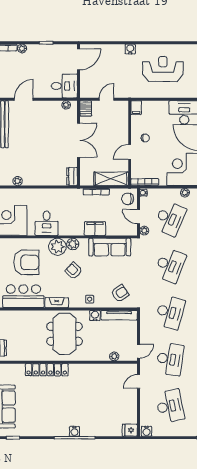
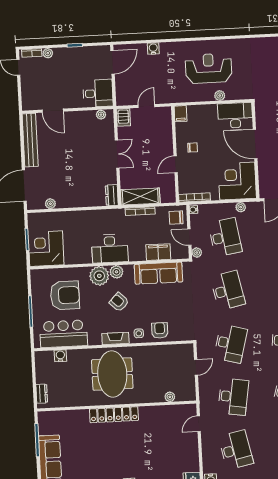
water cooler: (130, 49) -> (153, 49), moved
plant: (171, 93) -> (220, 96), added
door: (24, 99) -> (53, 111), swing flipped
double door: (79, 140) -> (117, 154), width x0.73
shelving: (111, 179) -> (140, 197), moved
desk: (170, 218) -> (225, 237), turned -33
desk: (47, 223) -> (110, 249), moved, width x1.37
filing cabinet: (95, 229) -> (158, 252), moved
desk: (170, 265) -> (228, 290), turned -33
armchair: (120, 293) -> (160, 330), moved, turned -56
fireplace: (57, 303) -> (115, 338), moved
water cooler: (95, 315) -> (60, 356), moved
tv unit: (119, 315) -> (173, 350), removed
door: (138, 351) -> (196, 367), moved
locker: (47, 370) -> (114, 415), moved

